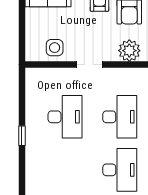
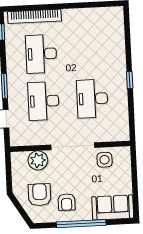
doorway: (89, 65) -> (73, 146), width x1.88

